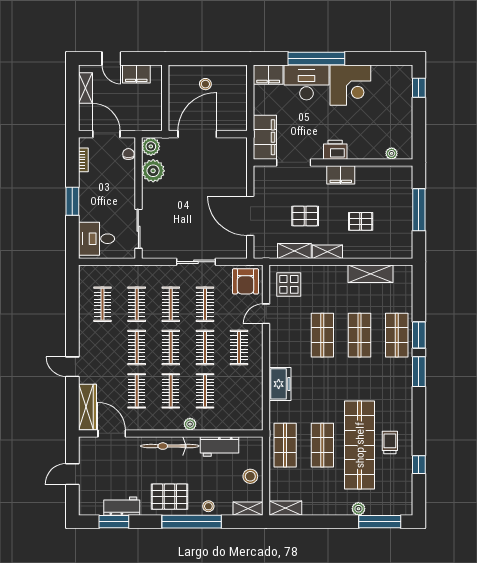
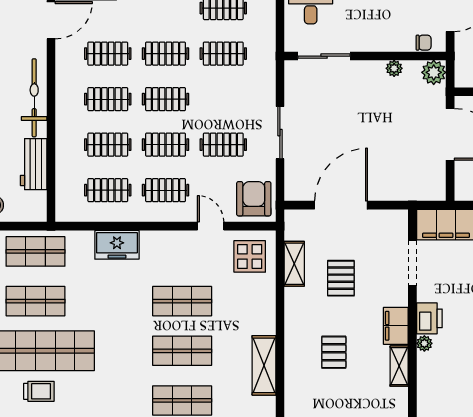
plant: (392, 153) -> (424, 343), moved
plant: (153, 171) -> (394, 68), width x0.53, depth x0.53
shelving: (327, 252) -> (399, 366), moved
armchair: (246, 281) -> (254, 199), turned 90
clothes rail: (171, 304) -> (108, 190), moved
plant: (190, 424) -> (63, 125), removed

